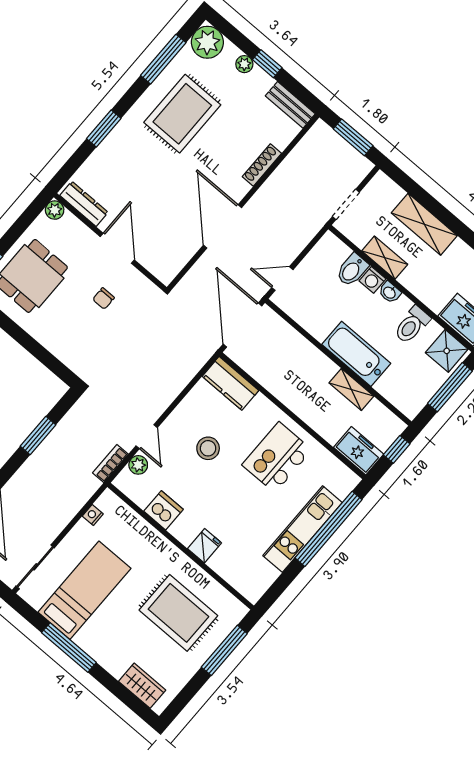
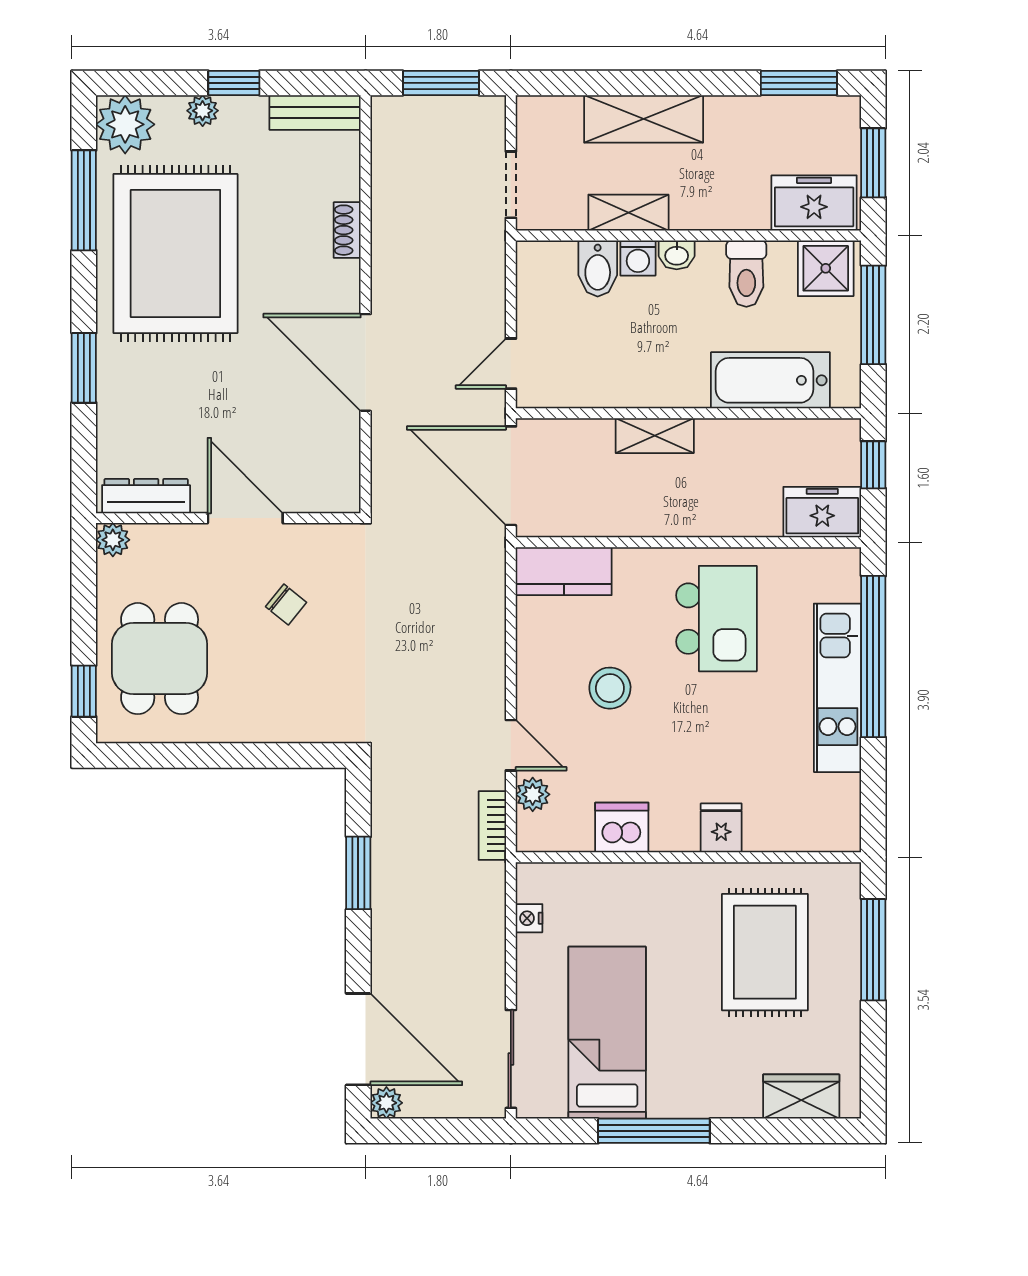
rug: (182, 114) -> (175, 254), width x1.37, depth x1.44
shoe rack: (262, 165) -> (347, 230), width x0.70
chair: (103, 299) -> (286, 604), turned -51
bathtub: (356, 354) -> (770, 380), moved
shelving: (351, 390) -> (655, 436), moved
kitchen island: (277, 457) -> (717, 619), turned 180
rug: (178, 613) -> (765, 952), turned 90

